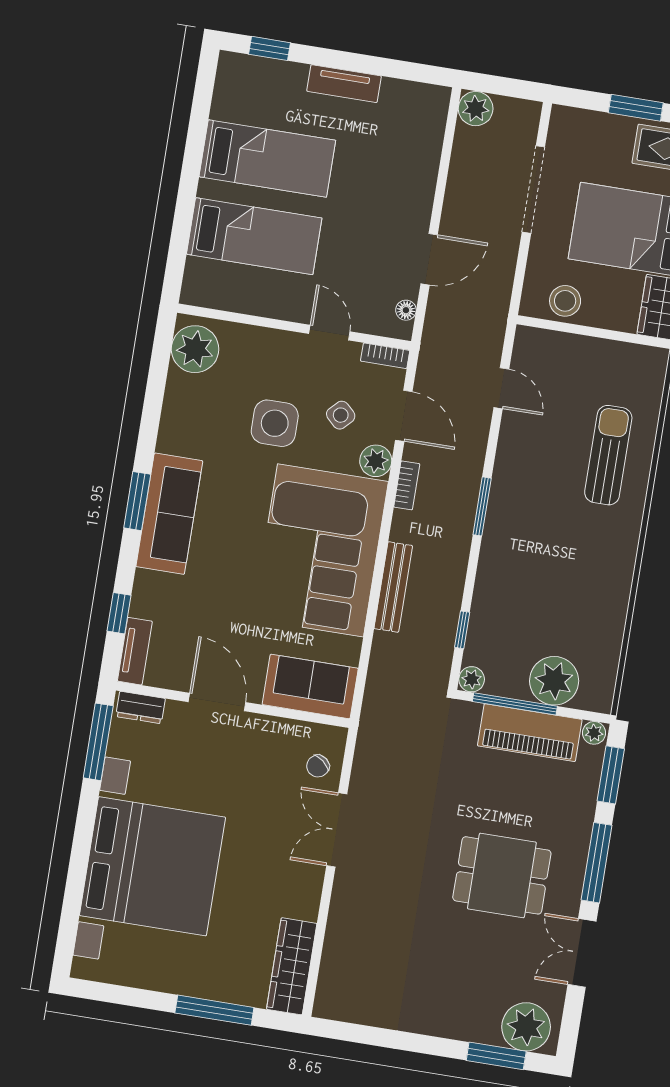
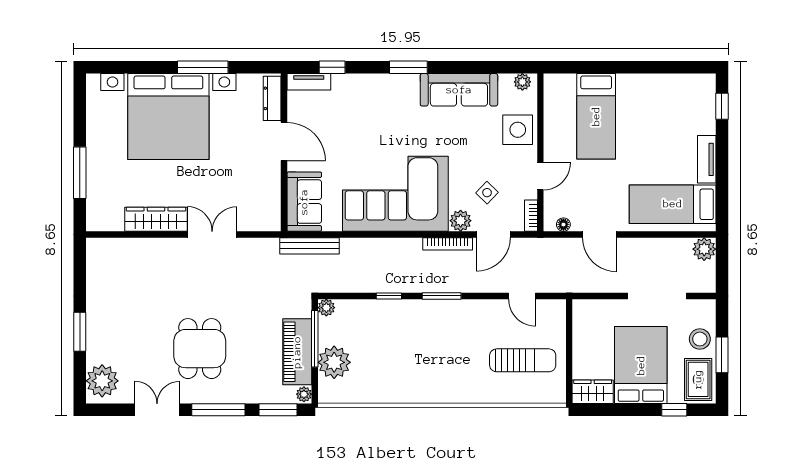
bed: (267, 158) -> (673, 204), moved, turned 90
stool: (565, 301) -> (700, 339), moved
plant: (195, 349) -> (522, 82), width x0.53, depth x0.53
door: (501, 388) -> (522, 296), hinge flipped
side table: (275, 423) -> (518, 130), moved
sun lounger: (608, 455) -> (523, 360), moved
bookcase: (407, 485) -> (448, 244), width x1.56
sofa: (169, 514) -> (459, 90), moved
bench: (393, 587) -> (310, 246), moved
window: (462, 630) -> (389, 296), moved
door: (217, 702) -> (284, 142), hinge flipped
dresser: (141, 707) -> (272, 98), width x1.44
window: (98, 742) -> (203, 67), moved
chair: (318, 766) -> (252, 215), removed
wardrobe: (292, 966) -> (156, 219), moved
window: (496, 1056) -> (80, 332), moved

